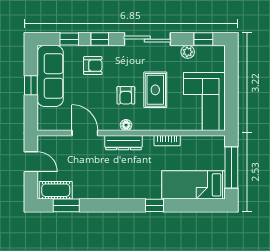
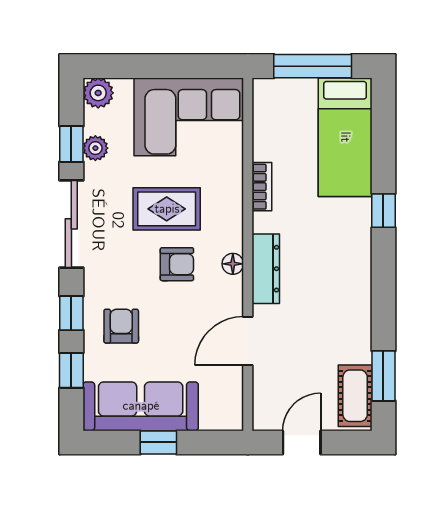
window: (203, 39) -> (71, 144), moved
plant: (217, 53) -> (98, 93), added

